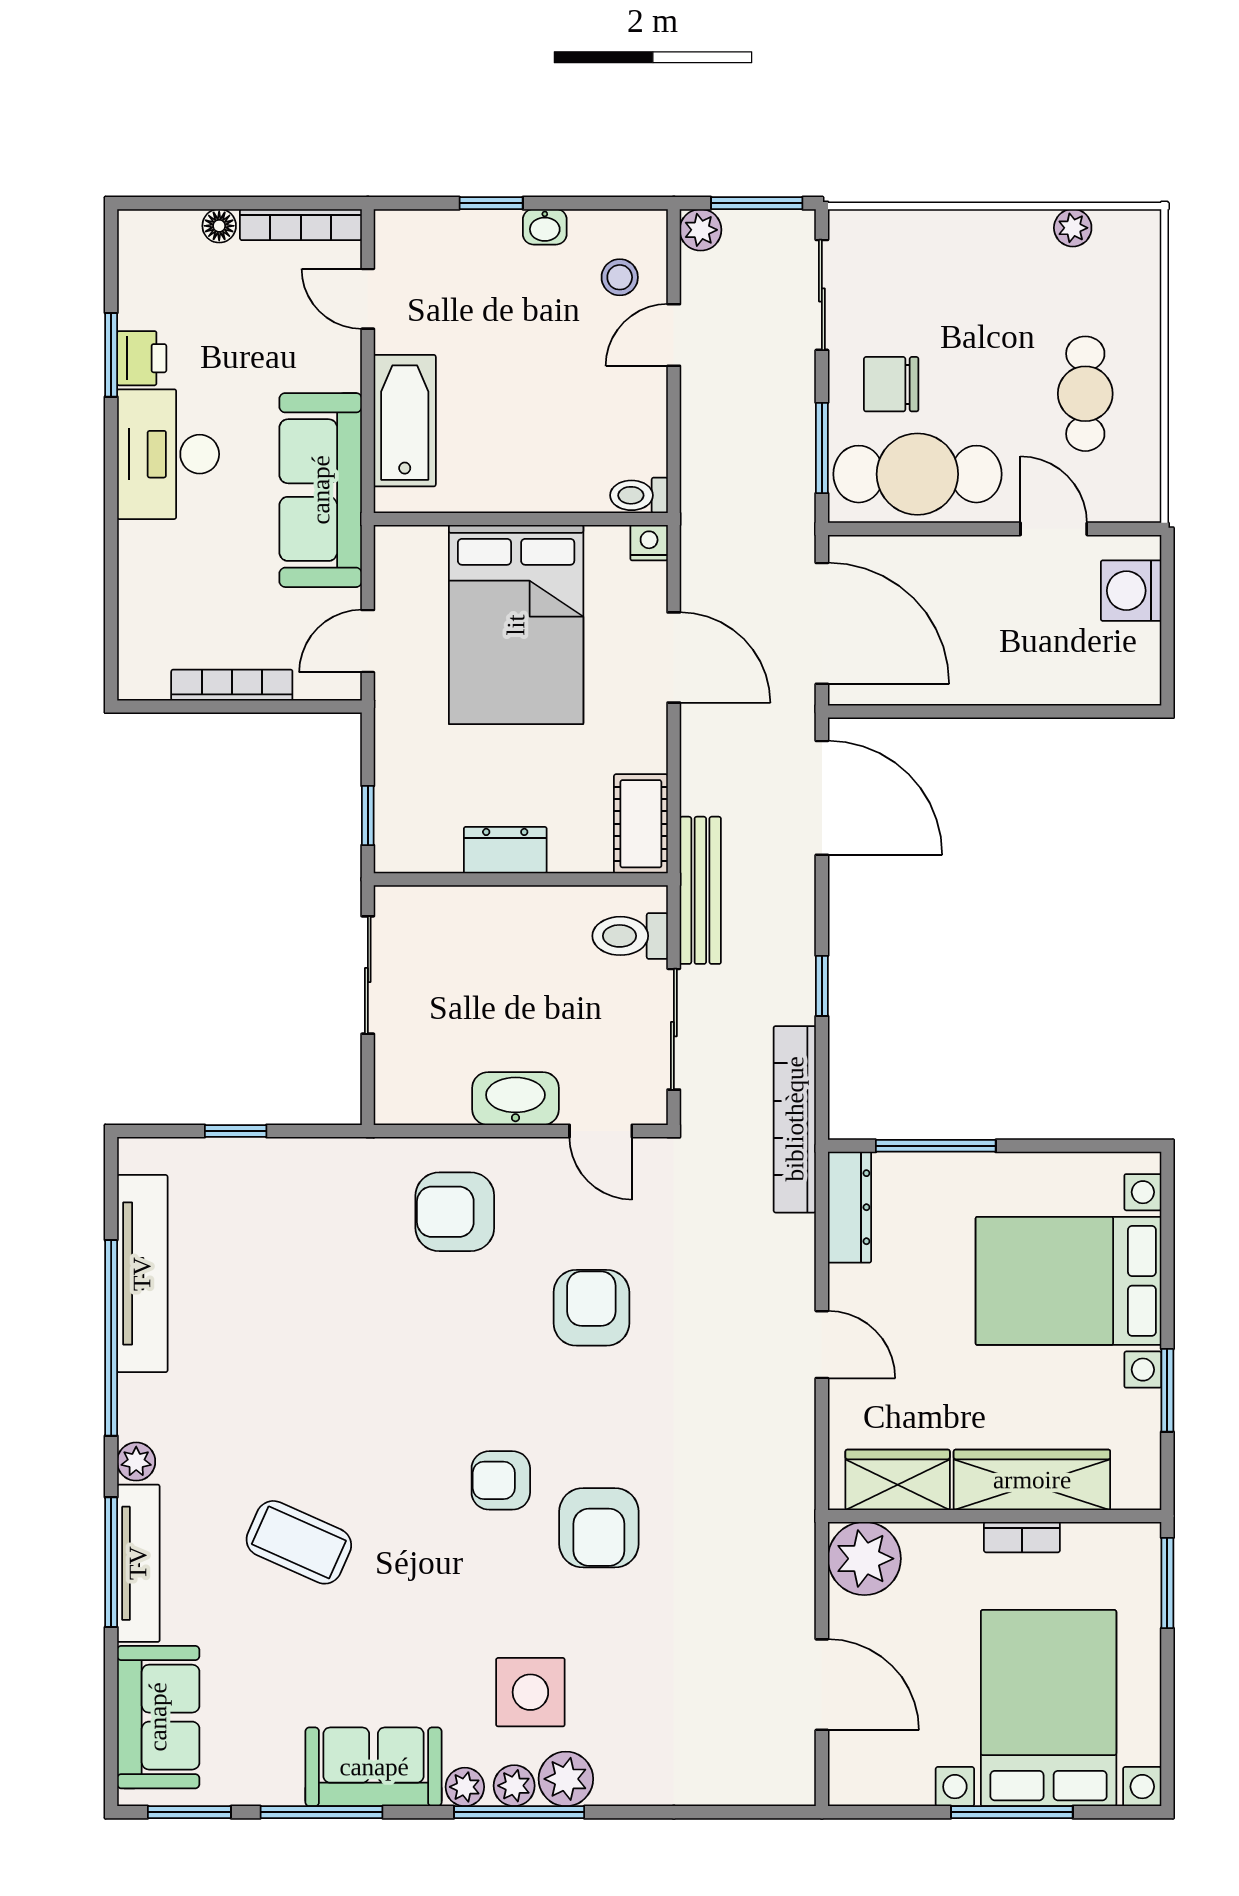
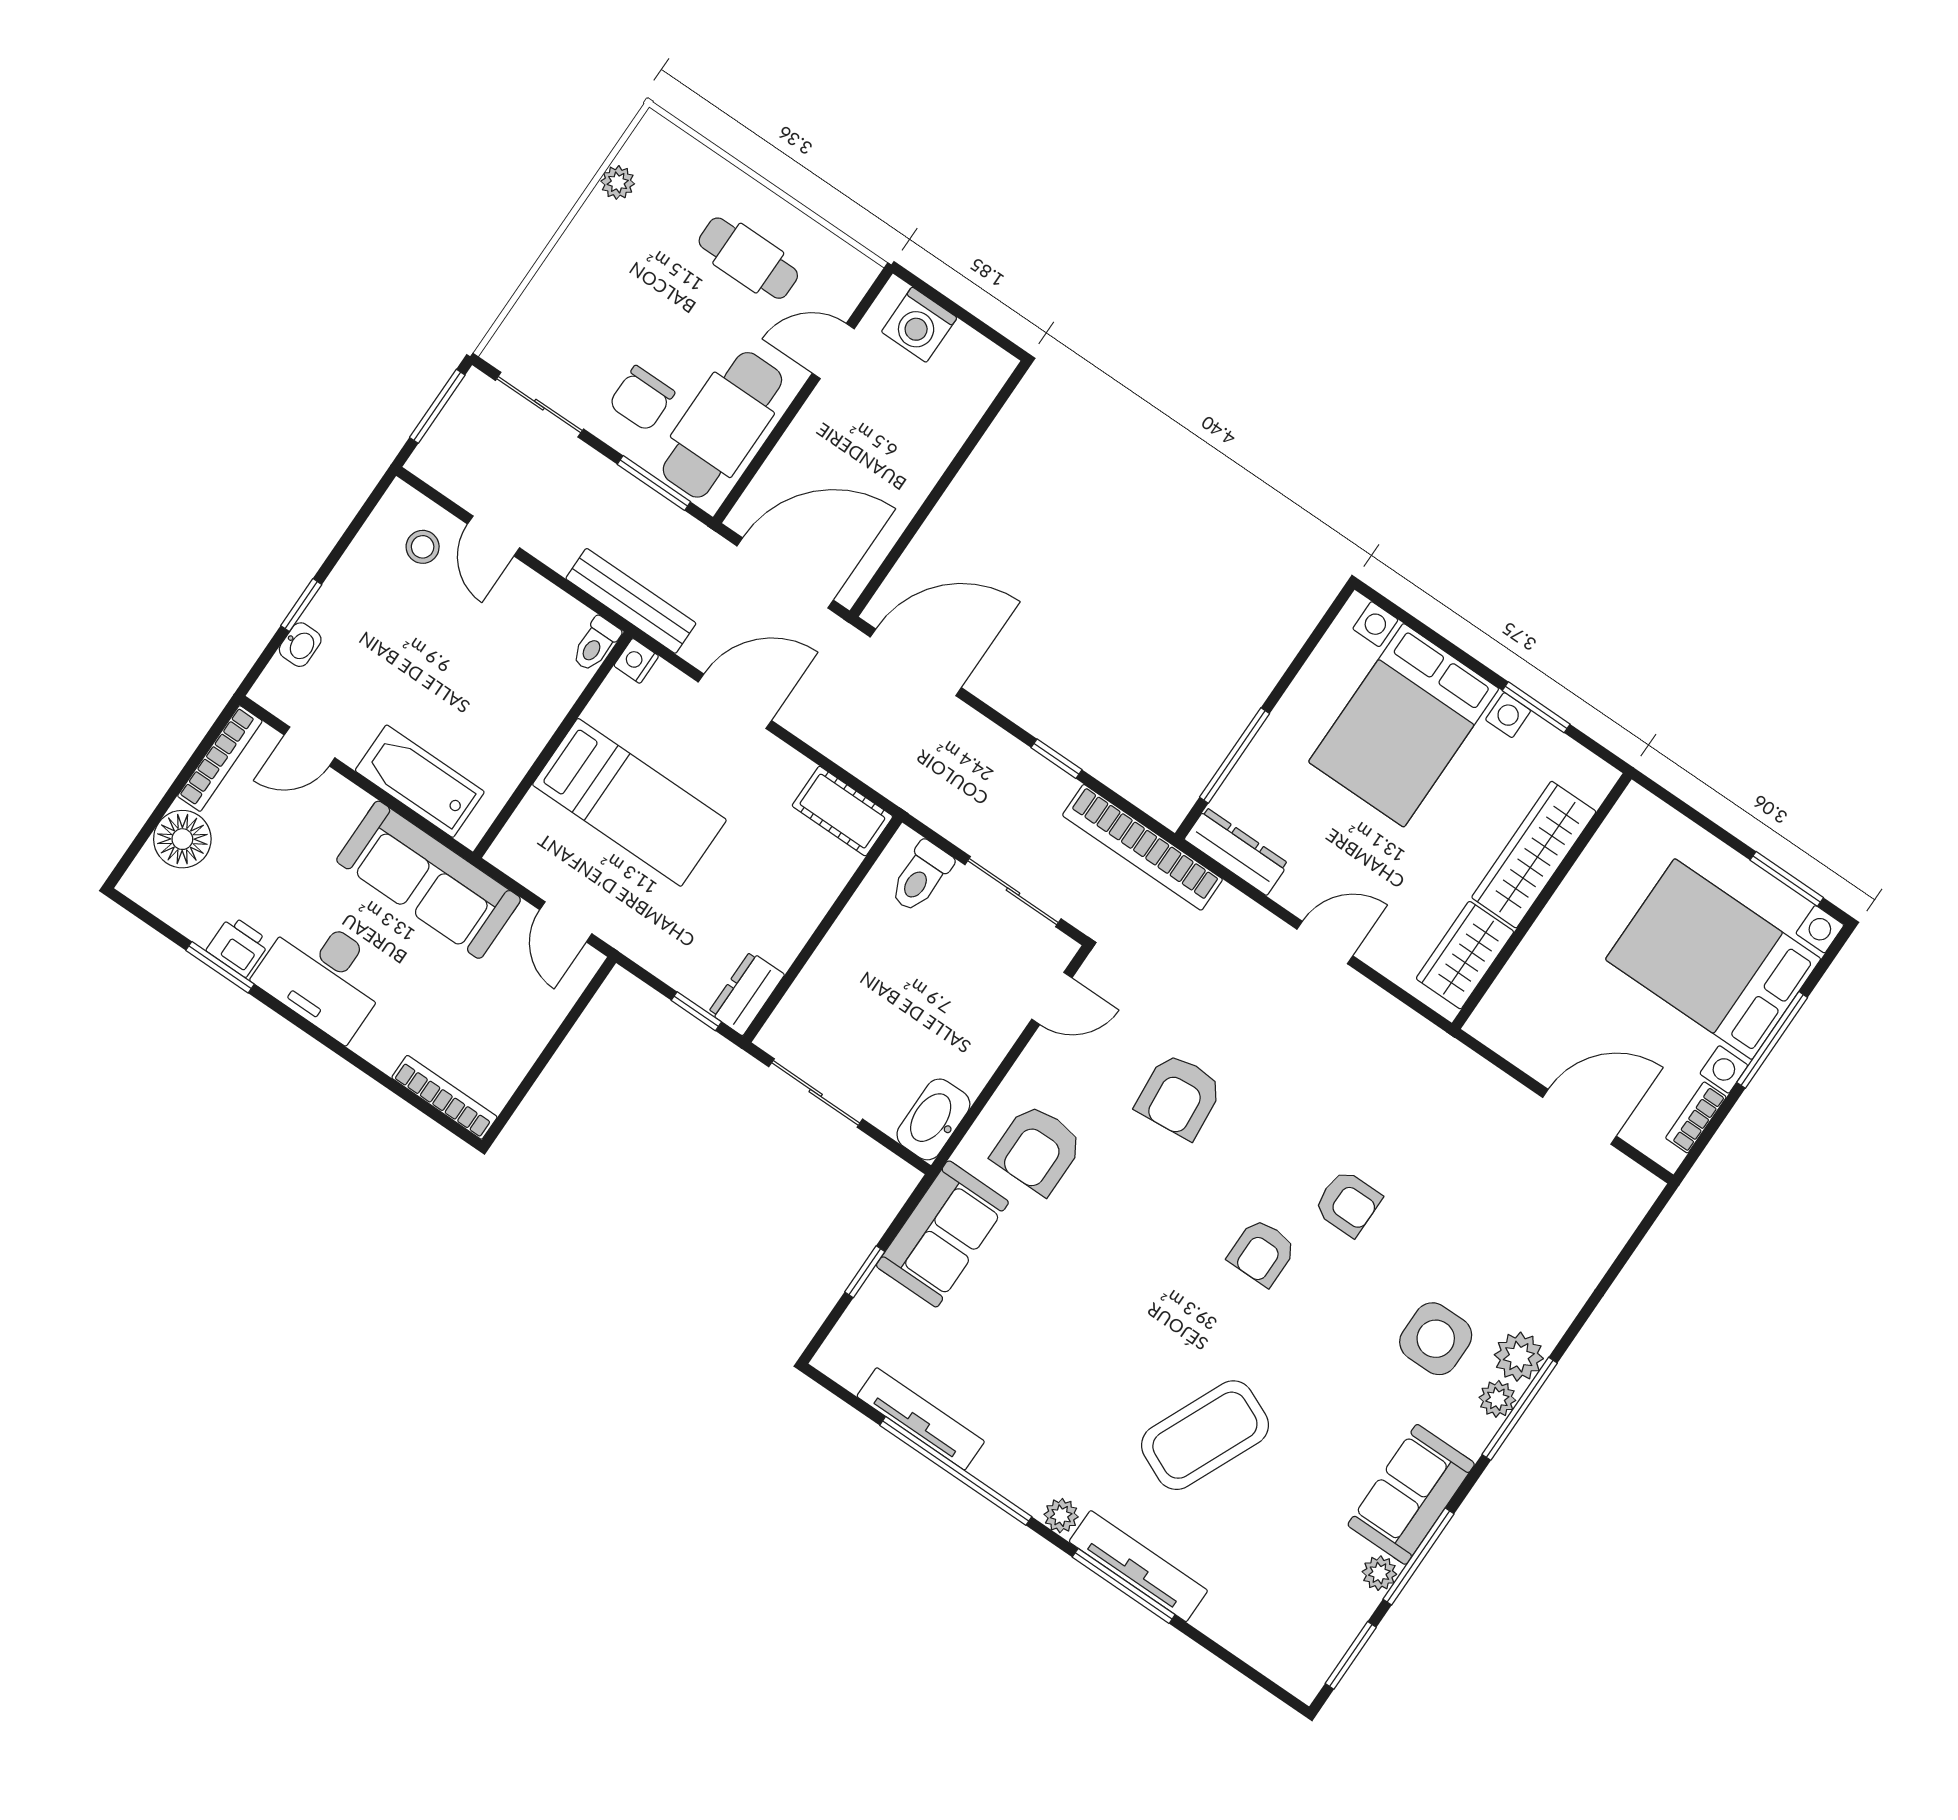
floor lamp: (219, 226) -> (182, 839), width x1.89, depth x1.89
washbasin: (545, 227) -> (300, 645), moved
plant: (701, 230) -> (429, 462), removed
bed: (516, 625) -> (629, 802), width x0.67
bookcase: (232, 685) -> (444, 1097), moved, turned 90
dresser: (505, 850) -> (746, 994), moved
bench: (700, 890) -> (631, 601), moved
washbasin: (515, 1099) -> (933, 1119), moved
tv unit: (142, 1274) -> (921, 1419), width x0.73, depth x0.78
armchair: (591, 1308) -> (1179, 1096), turned -95
armchair: (599, 1528) -> (1348, 1203), width x0.72, depth x0.72
bookcase: (1022, 1537) -> (1696, 1117), moved, turned 180
coffee table: (299, 1542) -> (1205, 1435), width x1.36, depth x1.32
plant: (864, 1559) -> (1507, 1020), removed
window: (1167, 1583) -> (1787, 879), moved
sofa: (158, 1717) -> (942, 1234), moved, turned 90
plant: (465, 1787) -> (1379, 1573), moved

